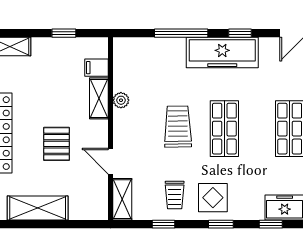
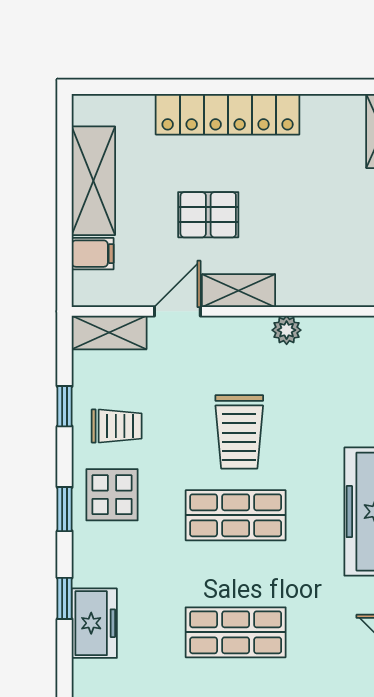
filing cabinet: (96, 68) -> (93, 254), moved, turned 90
shelving: (99, 98) -> (239, 291), moved
trolley: (178, 127) -> (239, 432), turned 91
trolley: (175, 195) -> (117, 426), turned 180

